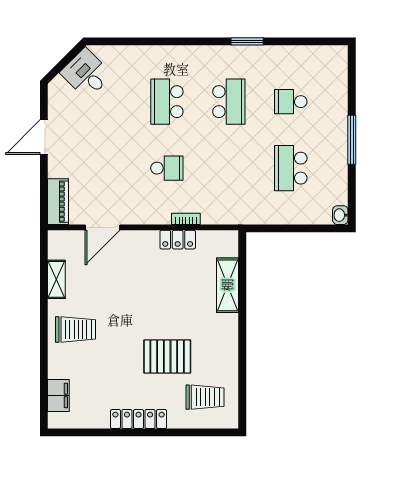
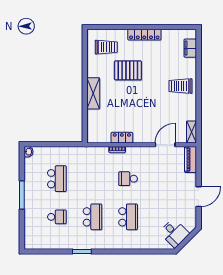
school desk: (229, 102) -> (92, 217), turned 180
shelving: (56, 279) -> (191, 132), moved
shelving: (227, 285) -> (93, 93), moved
trolley: (205, 397) -> (106, 47), turned 180

